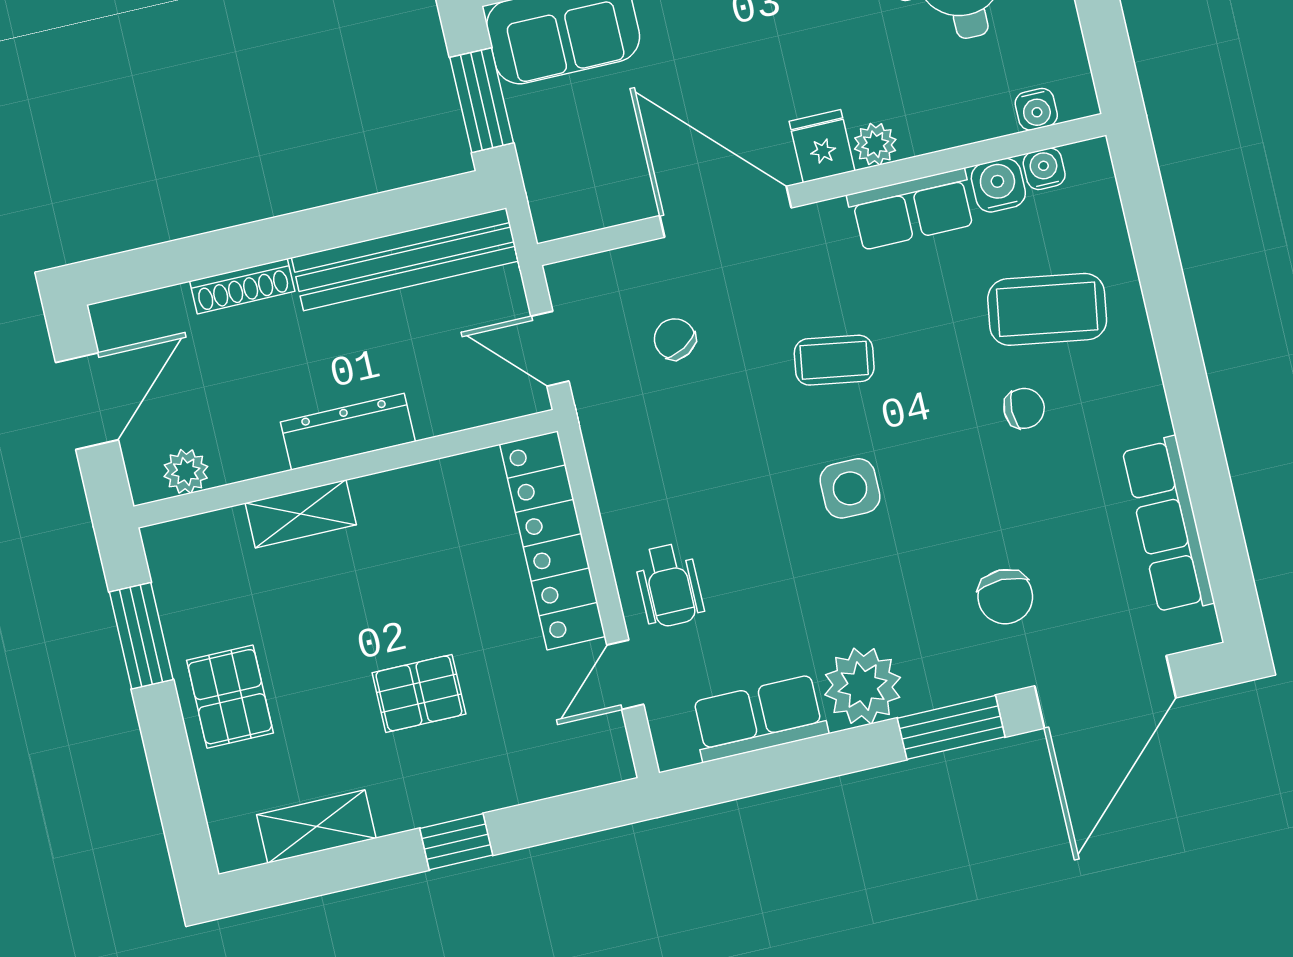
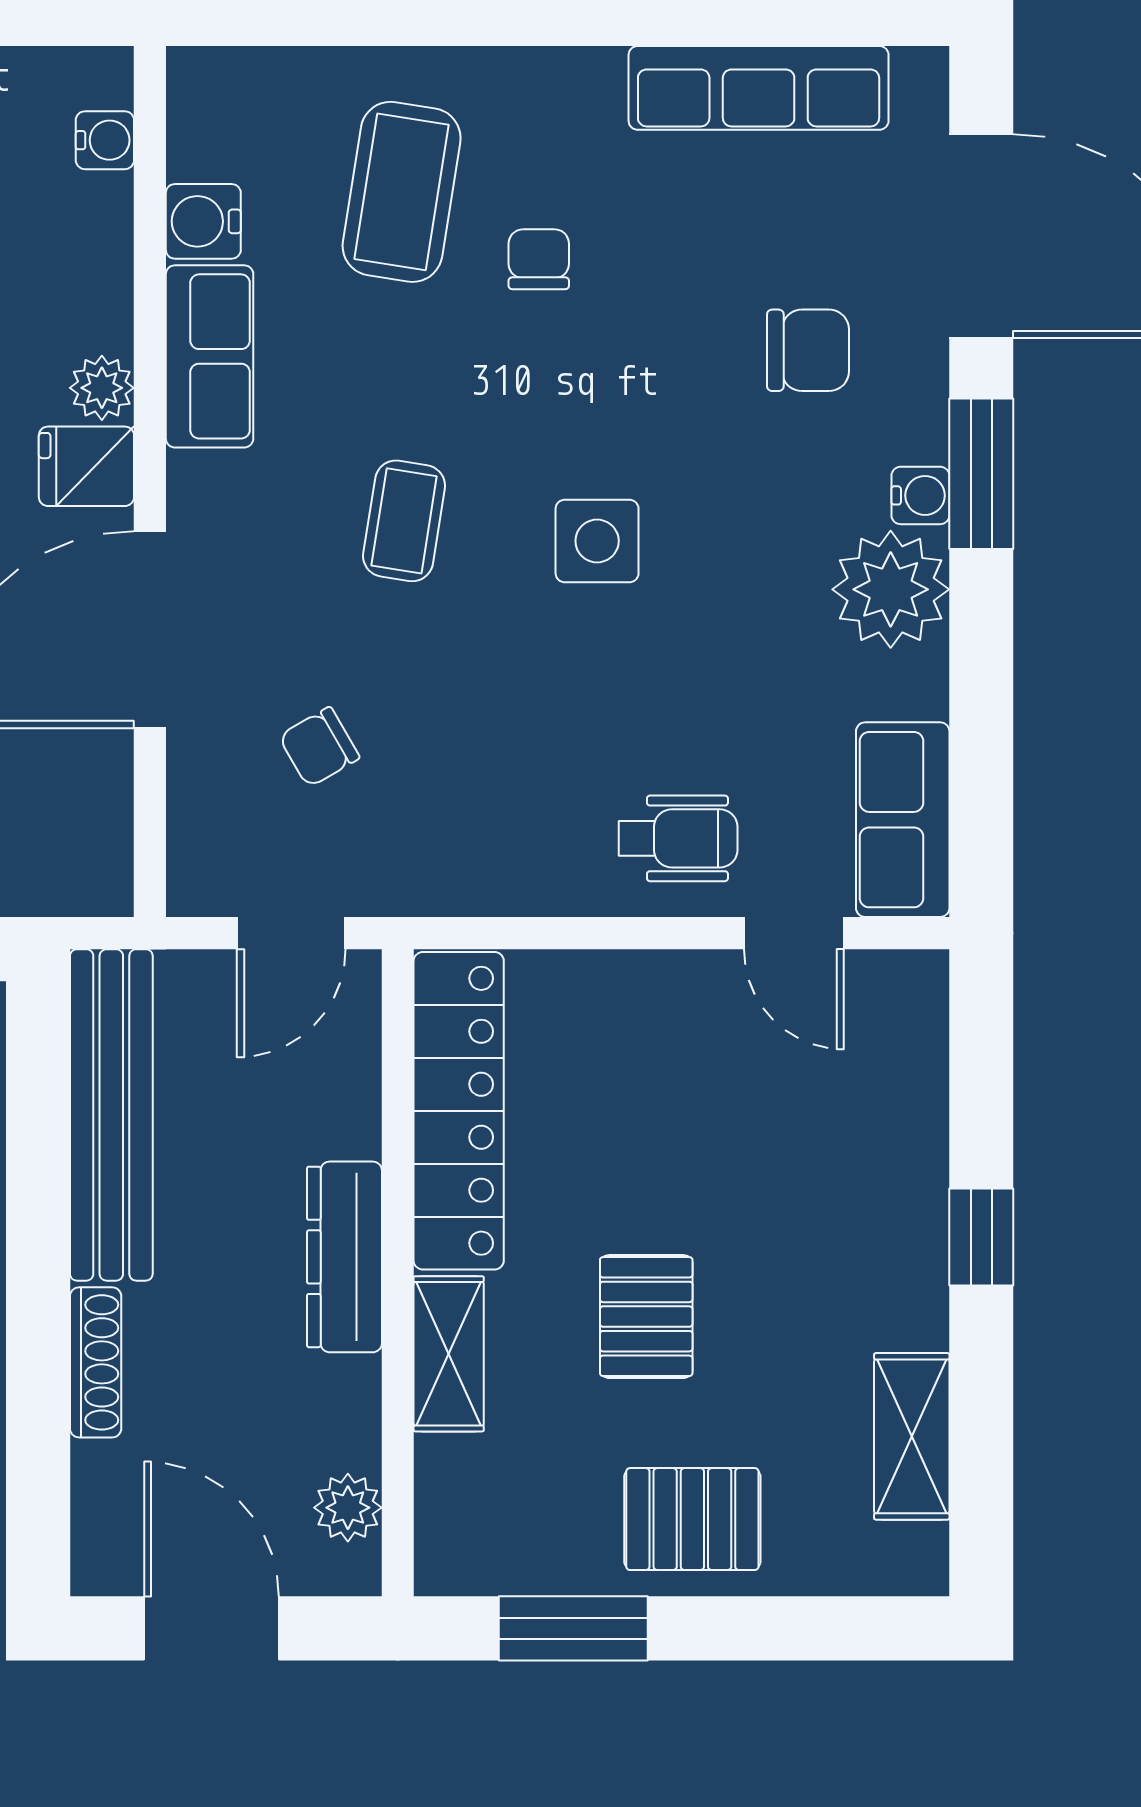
water cooler: (1044, 169) -> (920, 495), moved, turned 180
locker: (553, 540) -> (459, 1111), moved, turned -90
pallet: (419, 693) -> (646, 1317), moved
row of seats: (759, 718) -> (903, 820), moved

